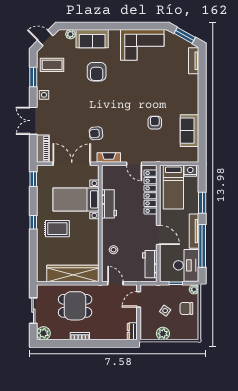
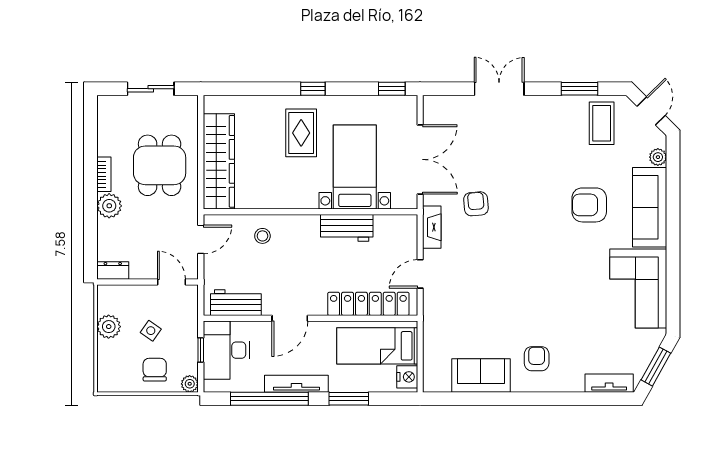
sofa: (92, 39) -> (650, 207), width x1.36
side table: (44, 95) -> (547, 108), removed
armchair: (155, 123) -> (537, 359), moved, turned -90
piano: (43, 149) -> (448, 106), removed
desk: (186, 265) -> (226, 350), moved, turned 90
plant: (43, 333) -> (109, 206), moved

